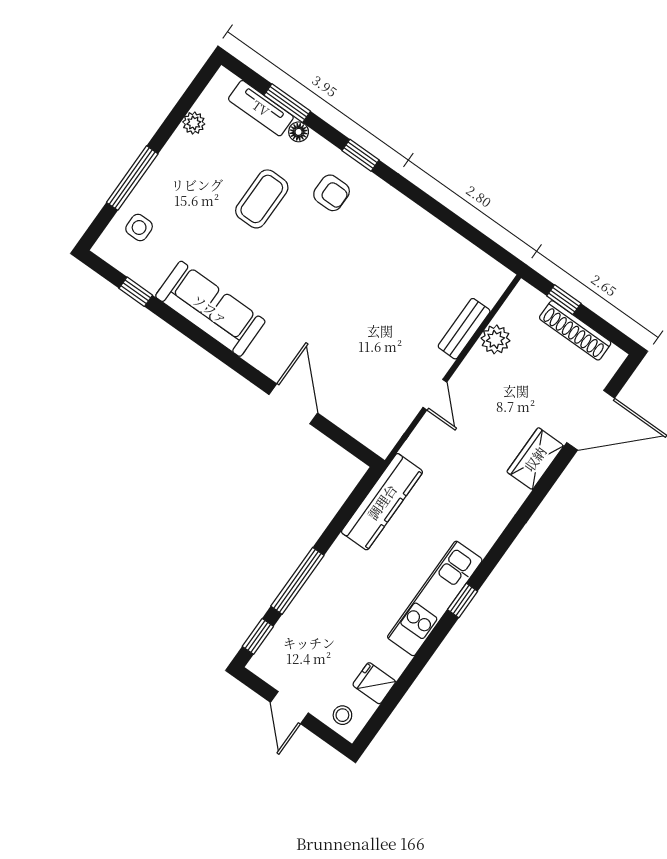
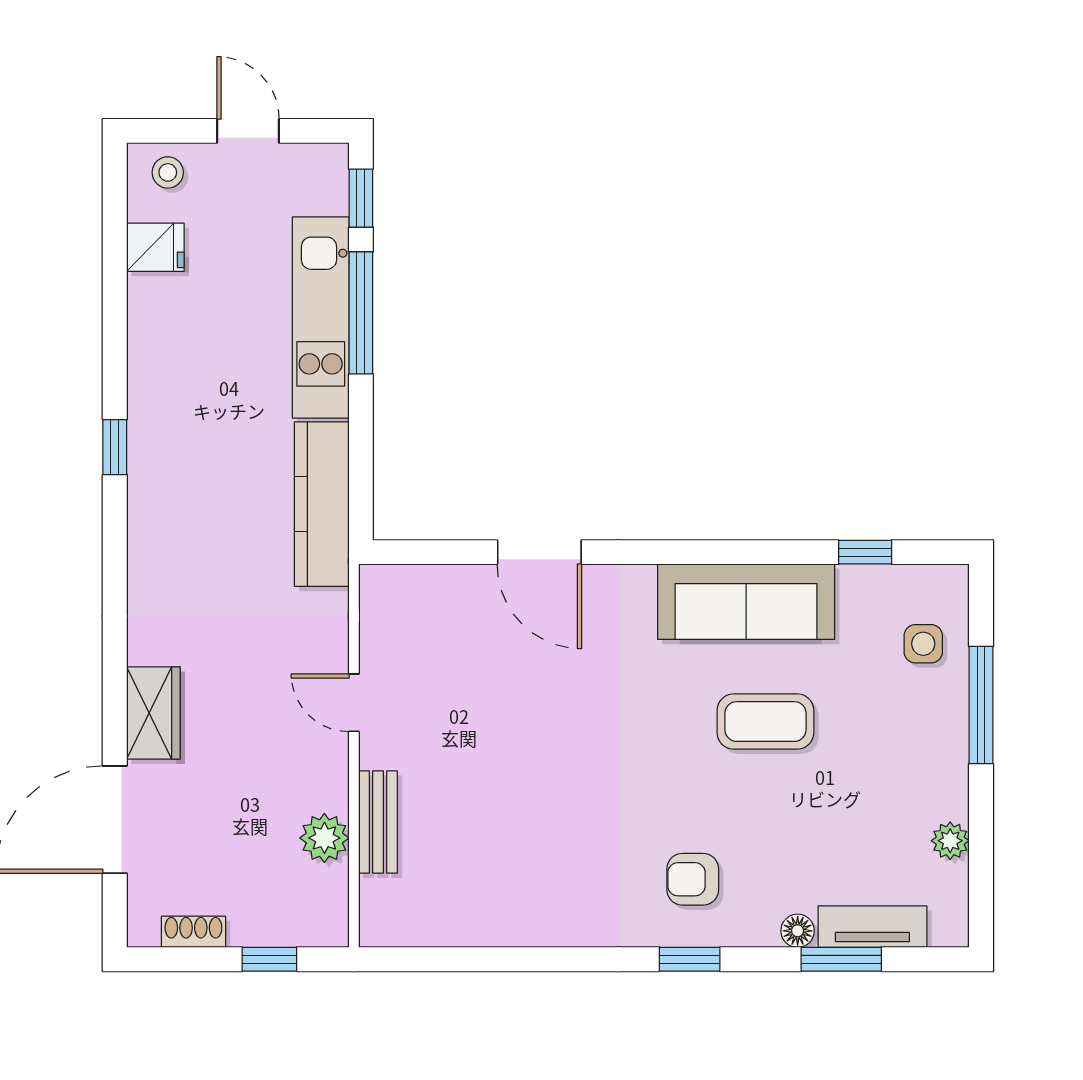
coffee table: (262, 199) -> (765, 722), moved, turned 90
shoe rack: (575, 330) -> (193, 932), width x0.51, depth x0.81
kitchen unit: (435, 598) -> (321, 318), moved, turned 180

